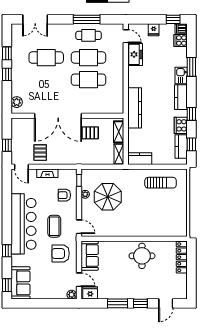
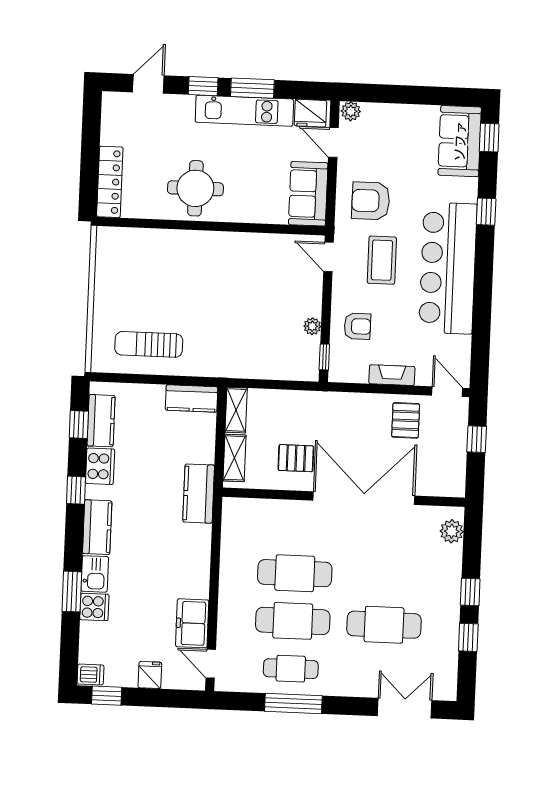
cooker: (181, 41) -> (94, 607), moved
kitchen counter: (135, 108) -> (199, 494), width x0.67
parasol: (108, 197) -> (264, 319), removed
armchair: (61, 253) -> (371, 201), turned 180
kitchen unit: (121, 293) -> (244, 111), added

